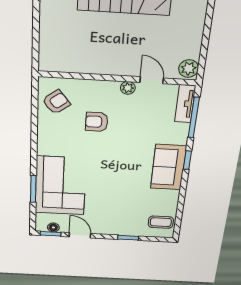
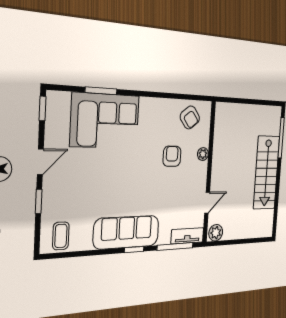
plant: (128, 88) -> (203, 154), moved
sofa: (168, 167) -> (127, 232), width x1.36
floor lamp: (53, 227) -> (52, 112), removed
door: (80, 235) -> (40, 162), moved

